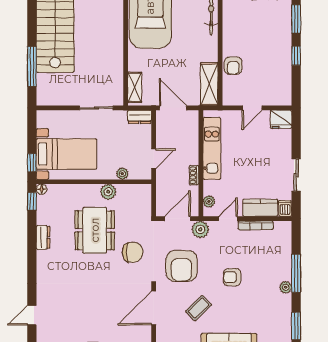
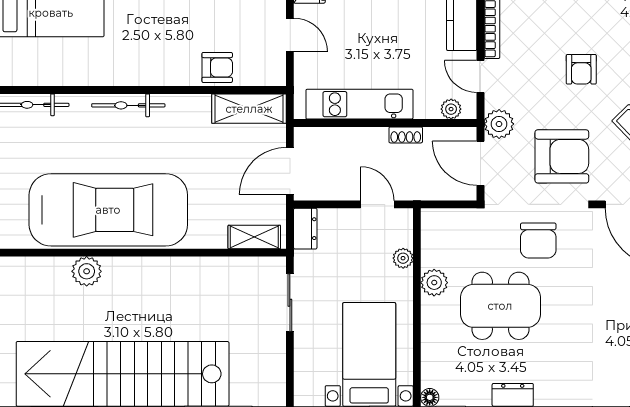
chair: (133, 252) -> (538, 240), turned 180

